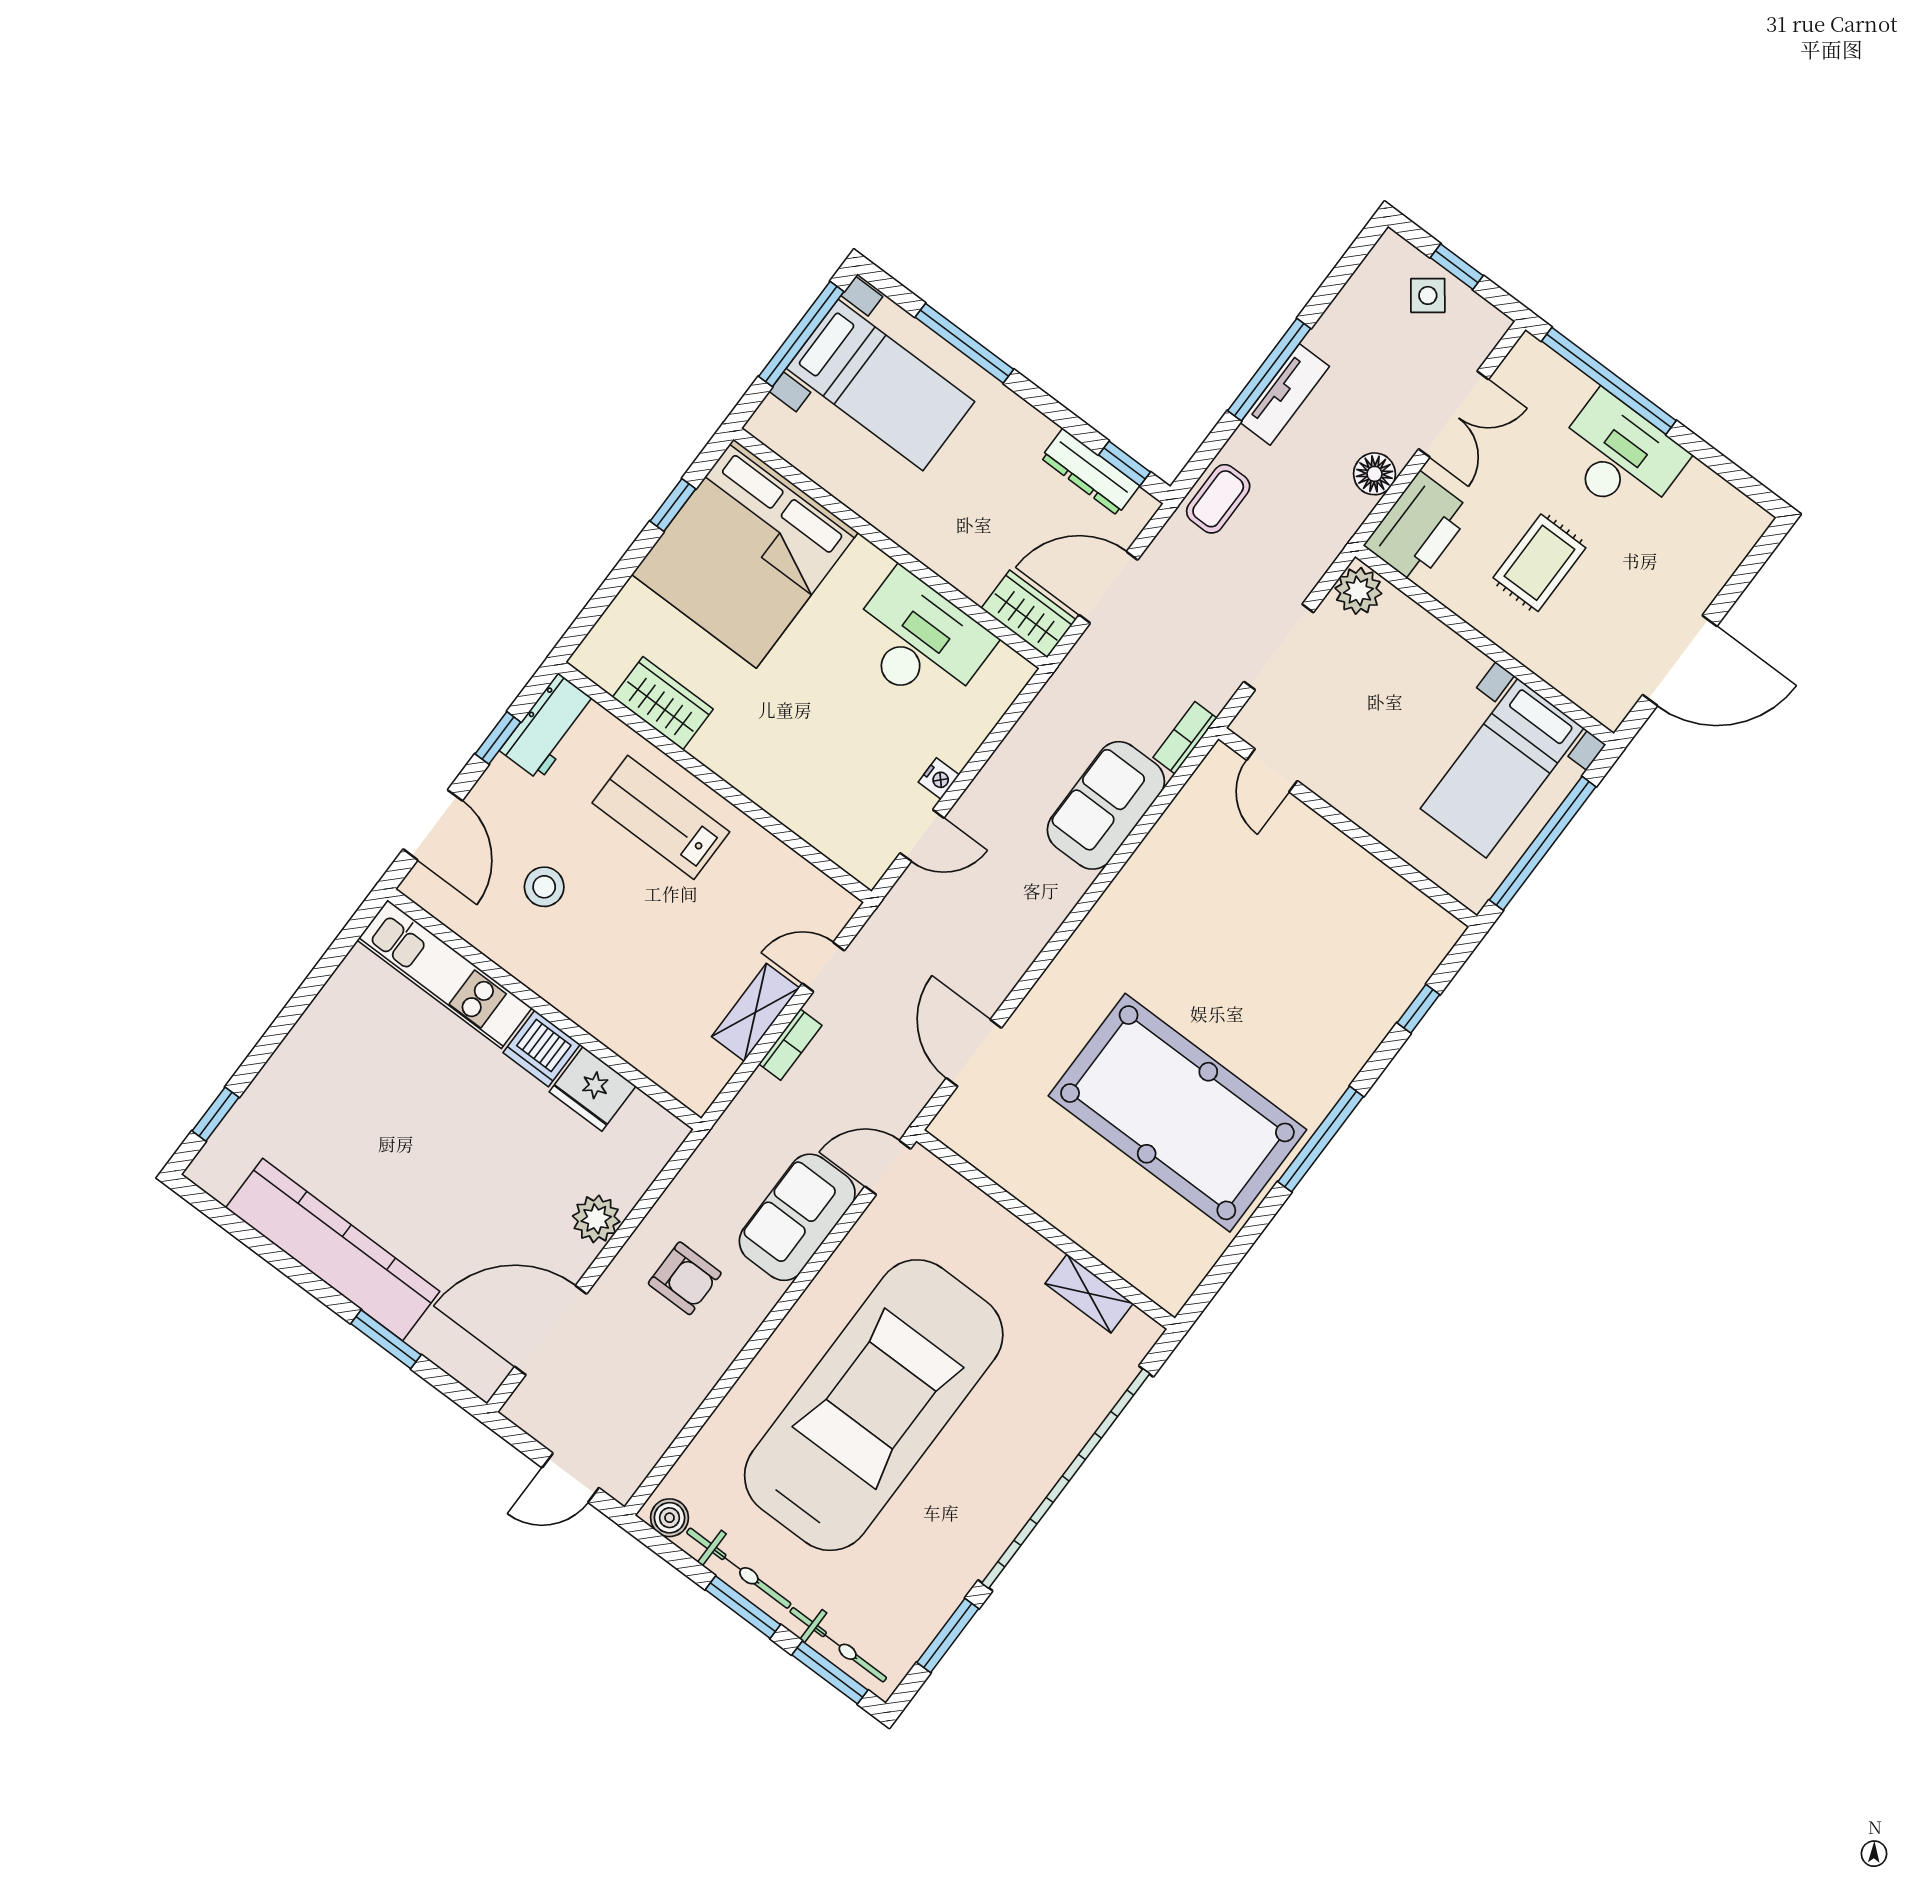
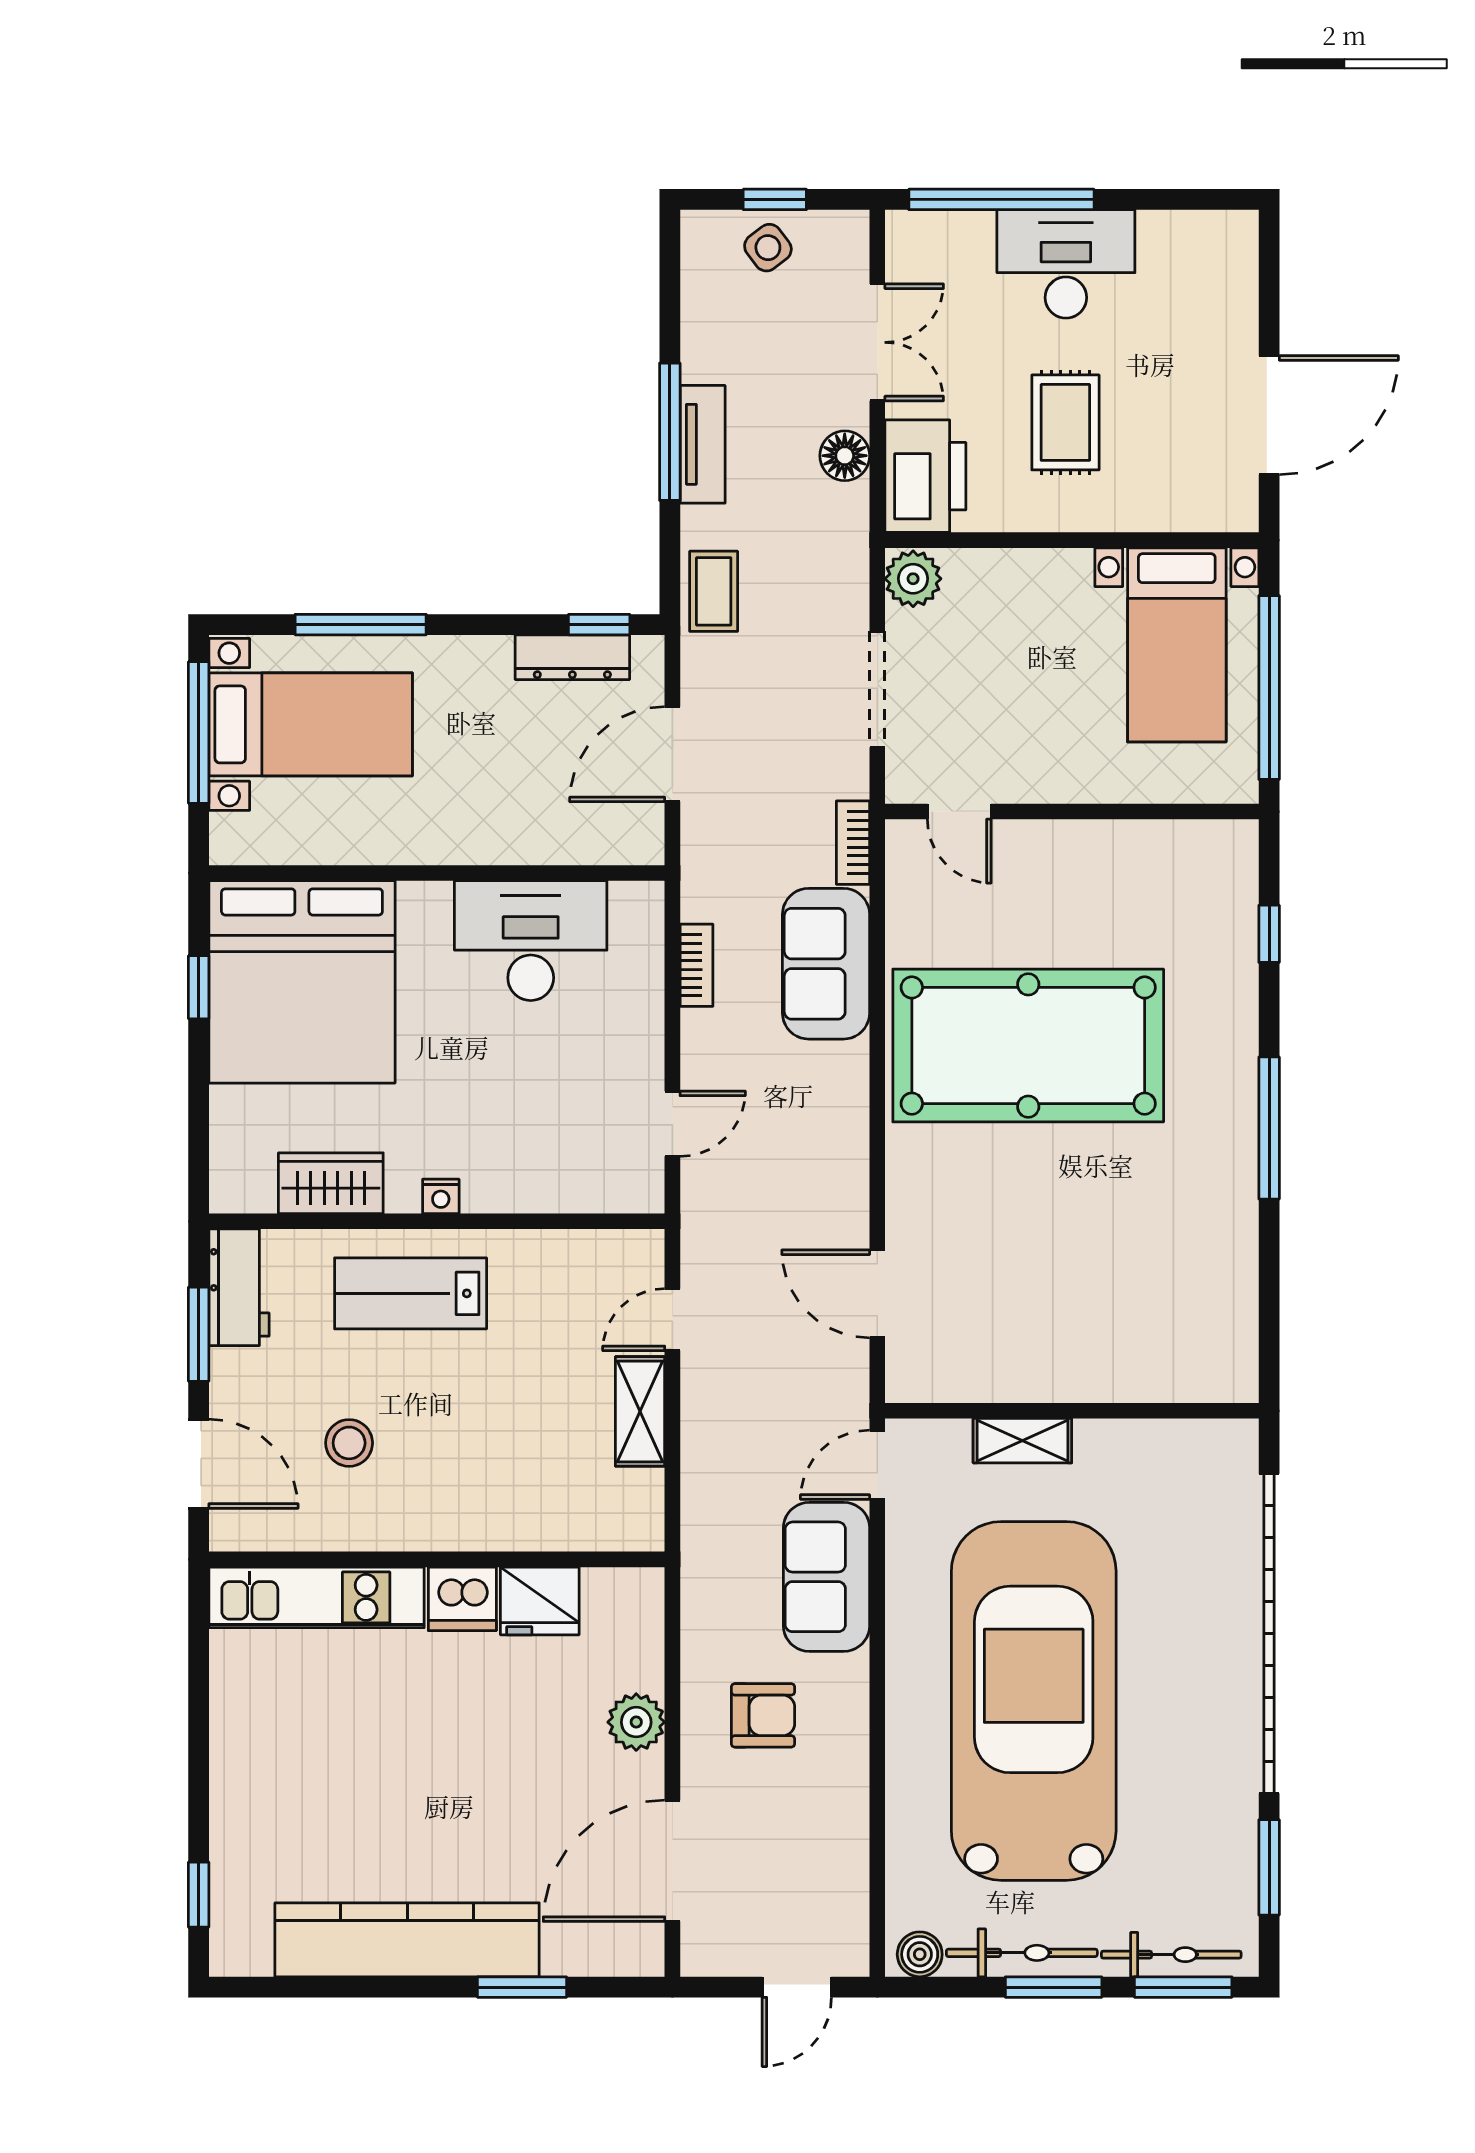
wardrobe: (1028, 614) -> (615, 837), removed
window: (498, 738) -> (199, 1334), width x1.50
nightstand: (939, 778) -> (441, 1196), moved, turned 90
bookcase: (790, 1045) -> (697, 965), moved
pool table: (1177, 1113) -> (1028, 1046), moved
shelving: (1089, 1293) -> (1022, 1441), moved

